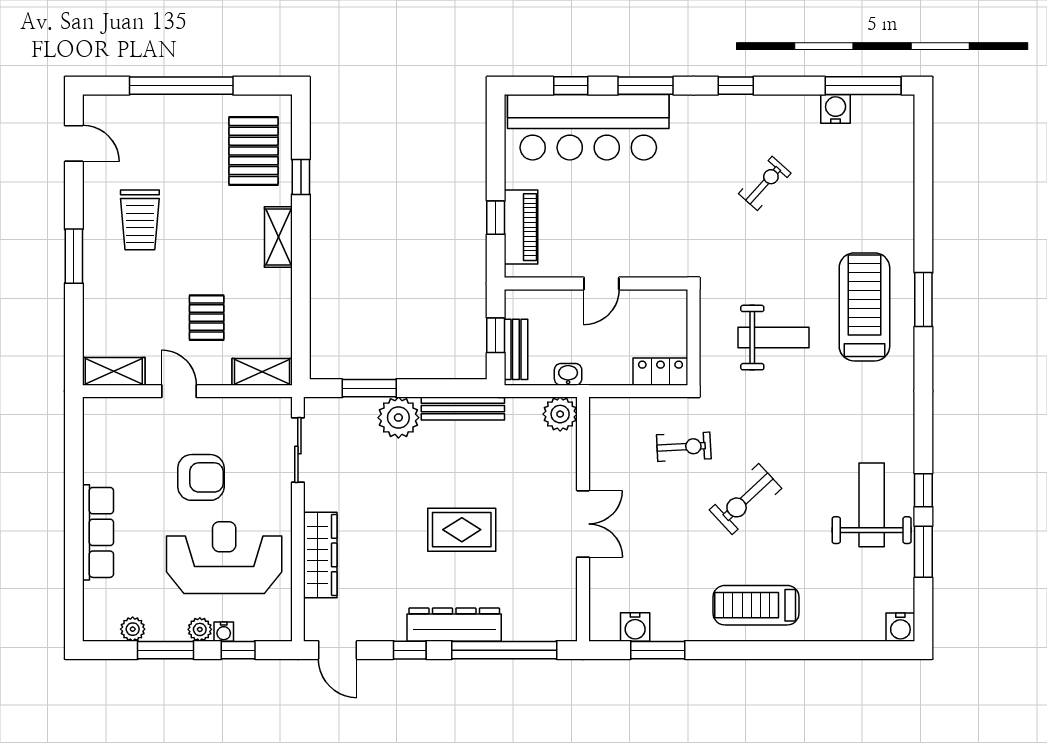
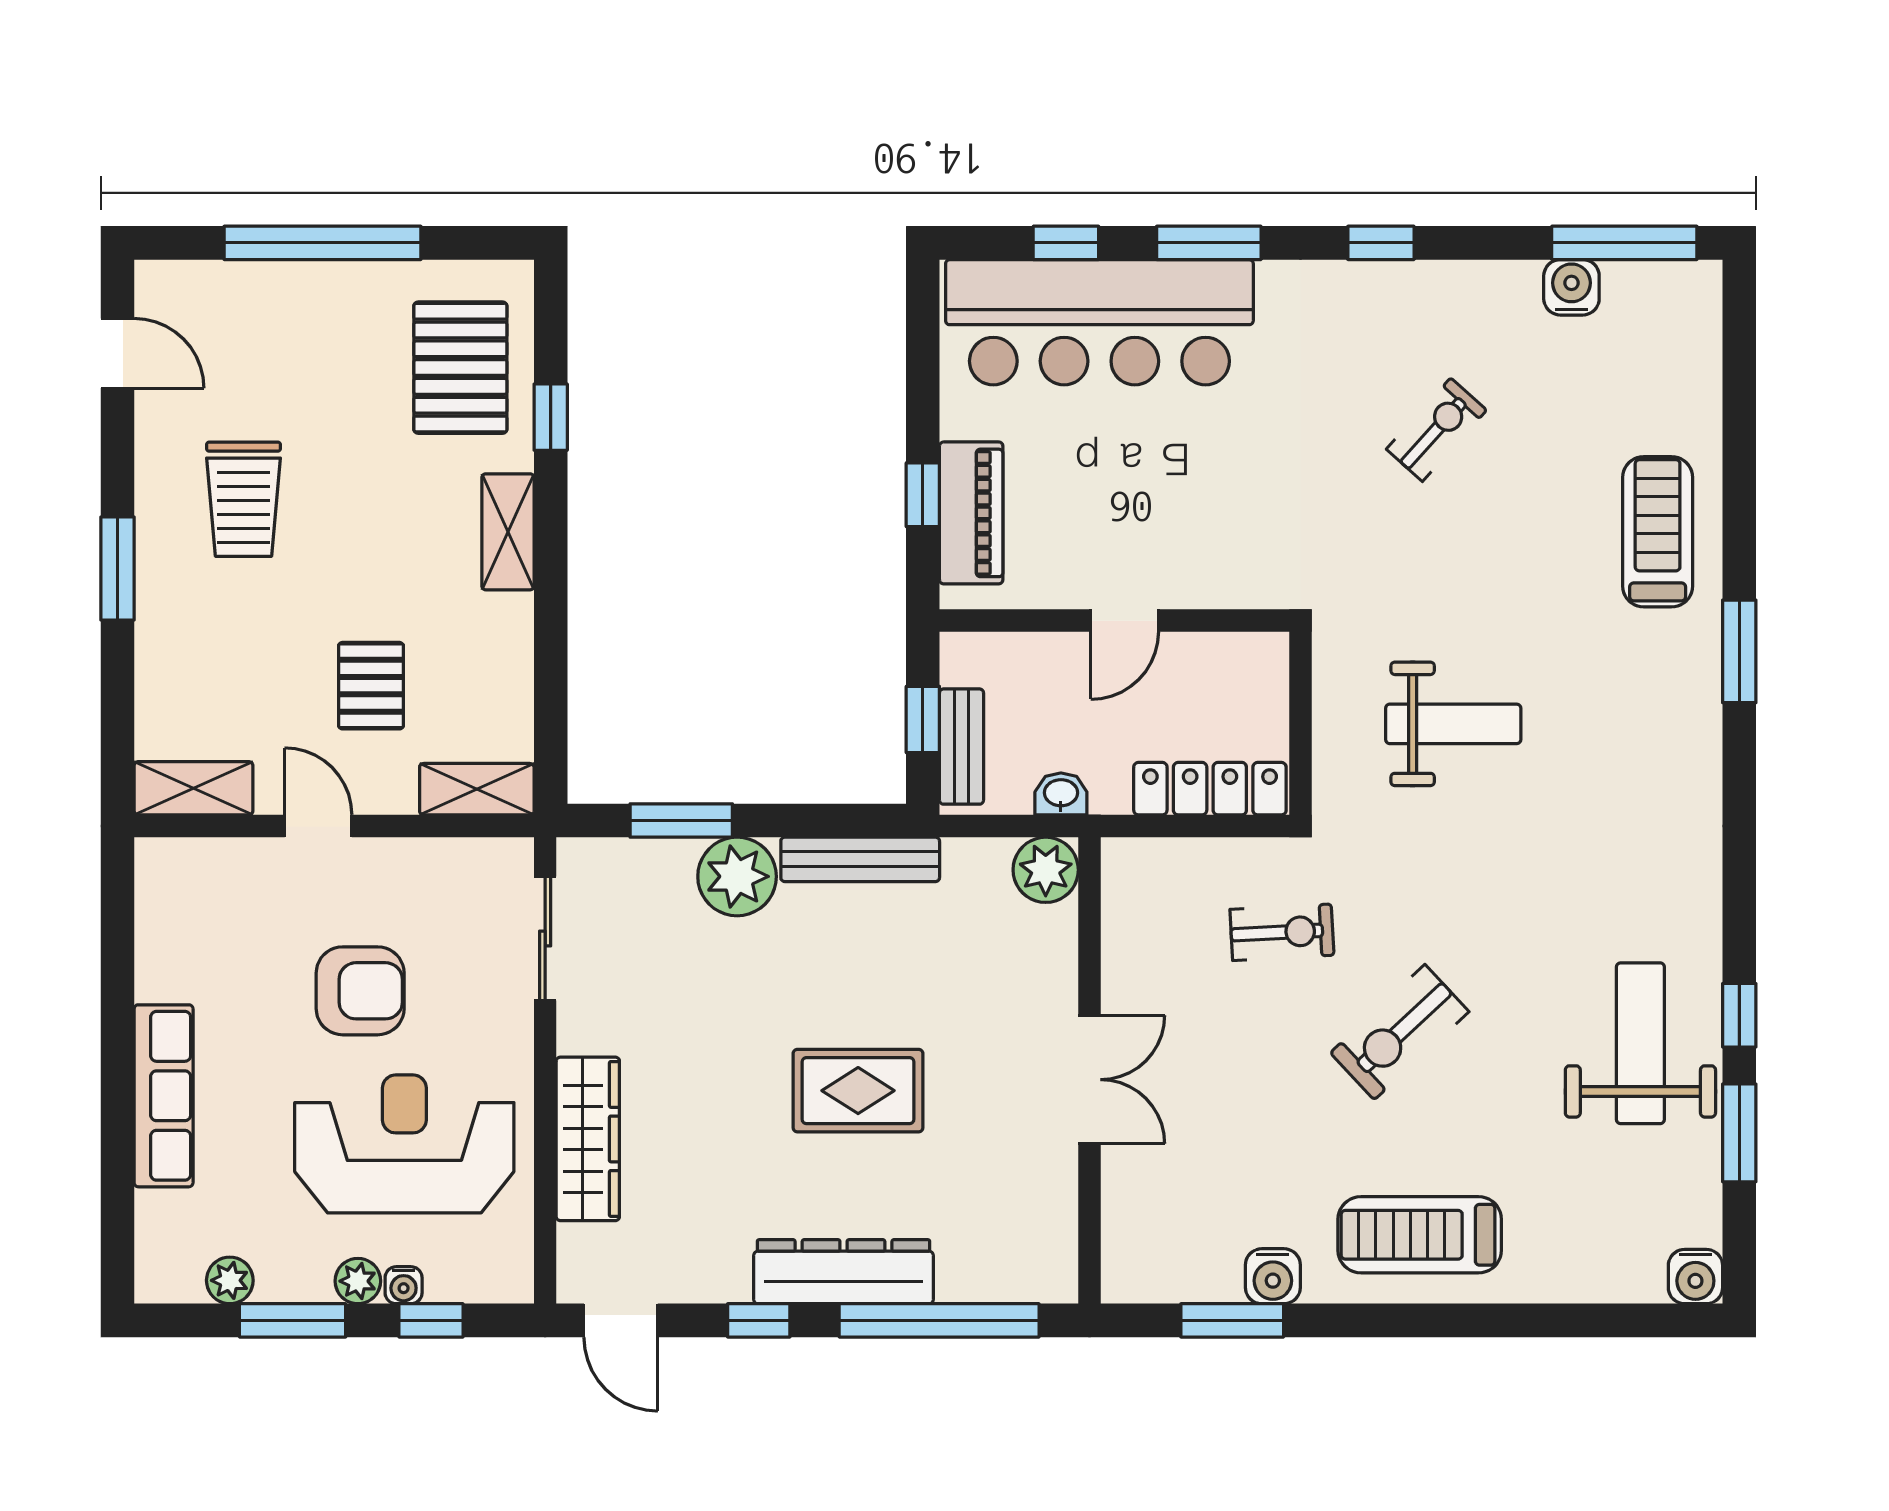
treadmill: (864, 307) -> (1658, 532), moved, width x0.73, depth x0.73
locker: (660, 372) -> (1210, 789), width x1.53
water cooler: (635, 627) -> (1273, 1276), moved

